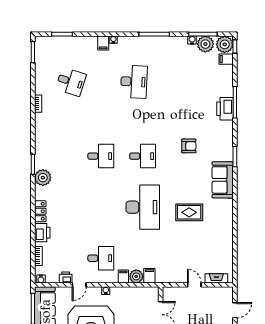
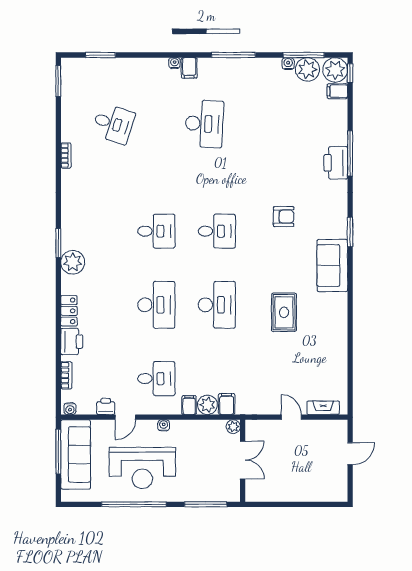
filing cabinet: (103, 43) -> (189, 68), moved
desk: (101, 207) -> (156, 305), added
desk: (143, 207) -> (217, 305), width x0.73, depth x0.77
rug: (189, 212) -> (284, 312), turned 90
plant: (154, 292) -> (233, 427), added

